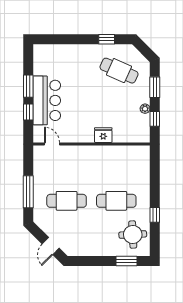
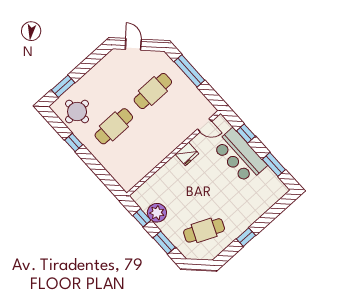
window: (107, 39) -> (246, 237), moved
window: (28, 86) -> (274, 164), moved
plant: (145, 109) -> (157, 213), width x1.87, depth x1.87
fridge: (103, 135) -> (187, 154), moved

